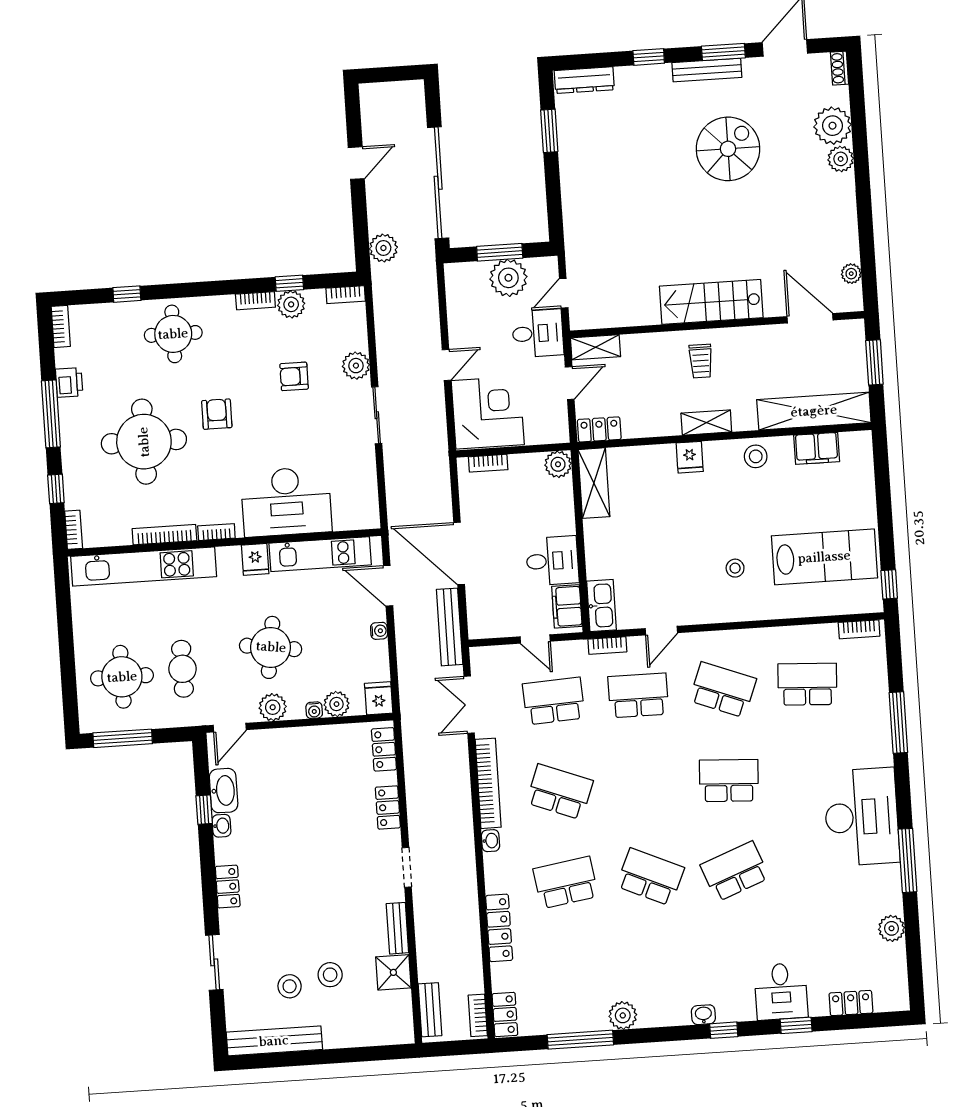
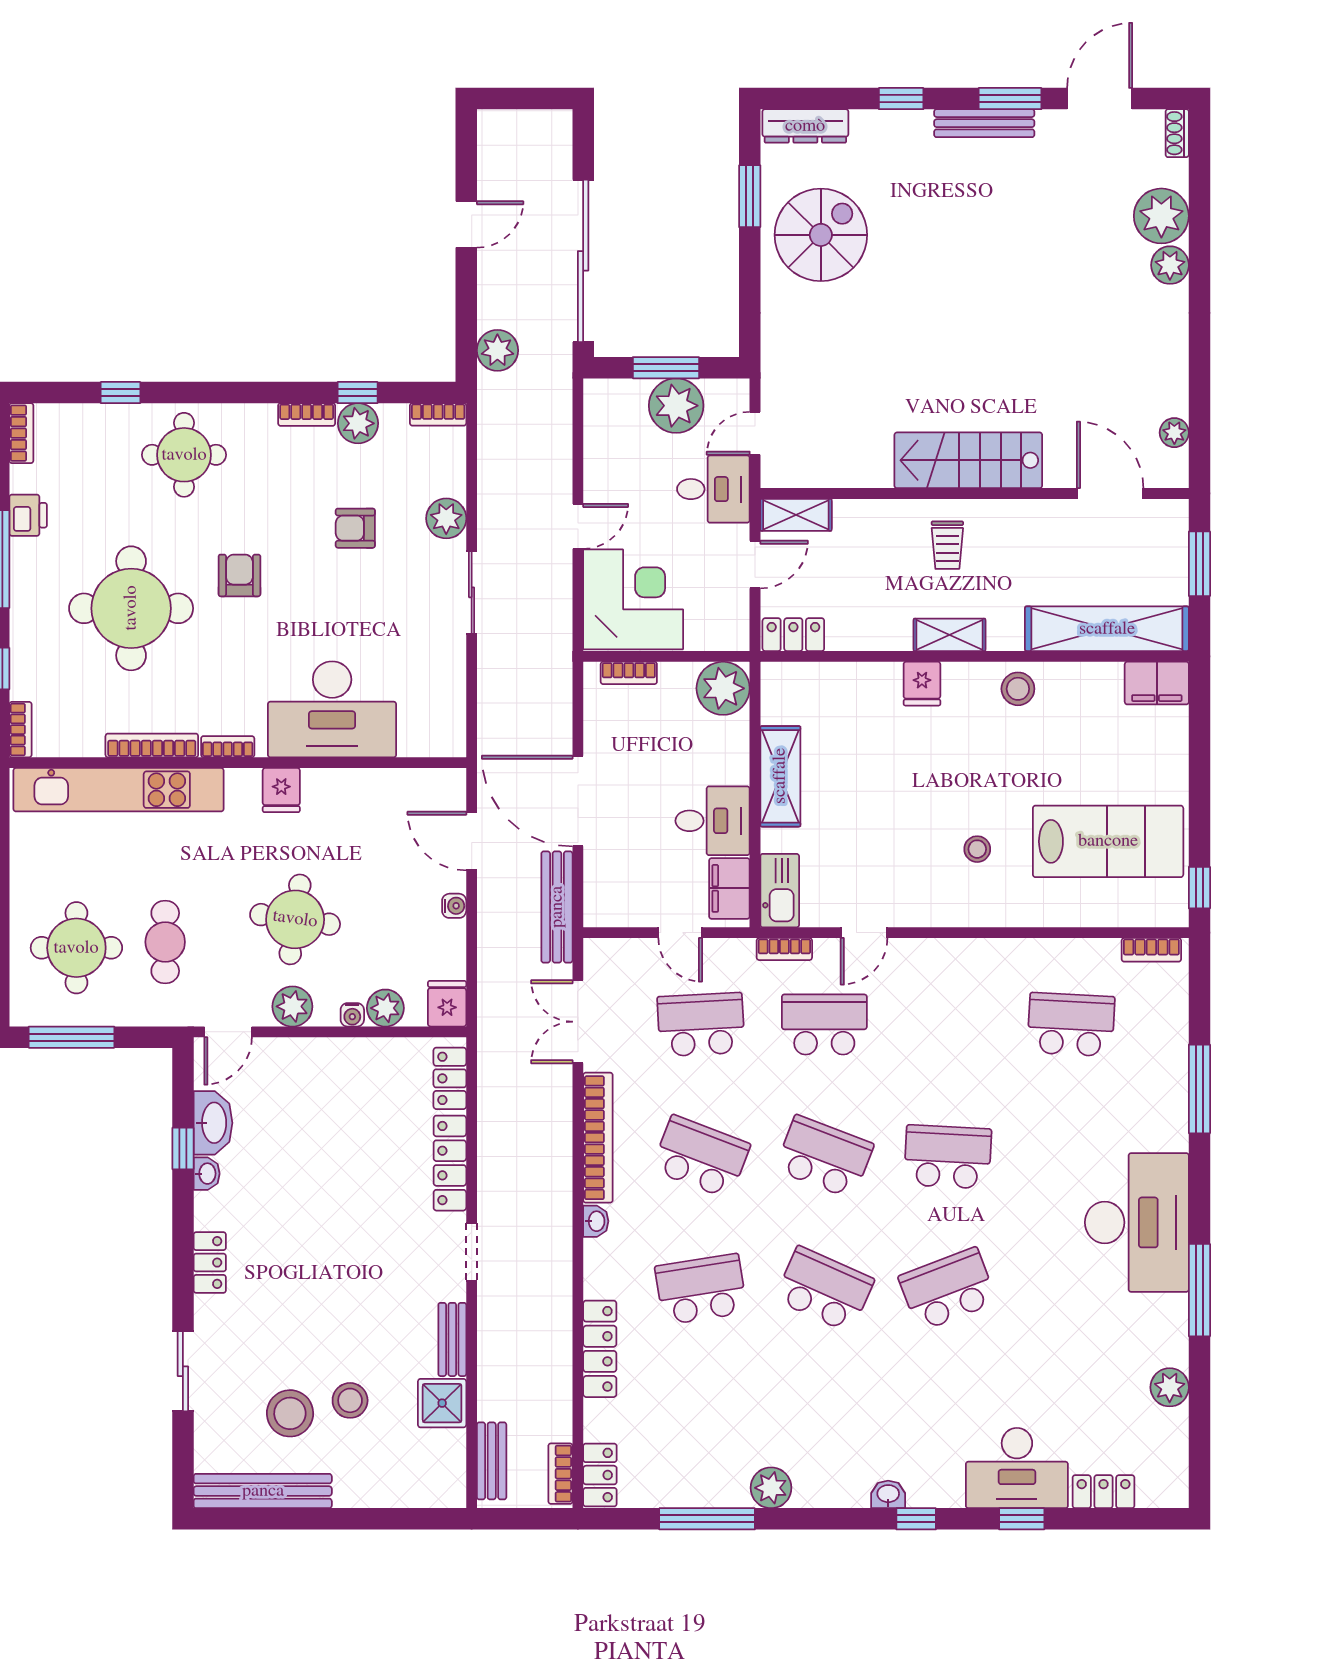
spiral stairs: (728, 149) -> (821, 235), moved
filing cabinet: (817, 448) -> (1157, 683), moved
plant: (558, 464) -> (723, 688), width x1.36, depth x1.36
shelving: (594, 483) -> (780, 776), moved
kitchen unit: (320, 554) -> (376, 789), removed
school desk: (723, 690) -> (824, 1157), moved
locker: (388, 807) -> (450, 1163), width x1.53
stool: (290, 986) -> (290, 1413), width x1.38, depth x1.38
desk: (781, 991) -> (1017, 1468), width x1.37

